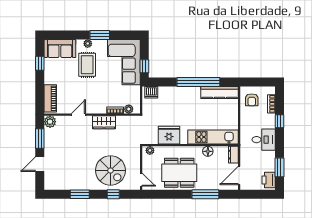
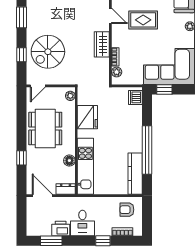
rug: (87, 65) -> (143, 20), moved
printer: (269, 180) -> (61, 229), moved
window: (205, 194) -> (21, 158), width x0.46

